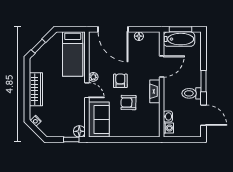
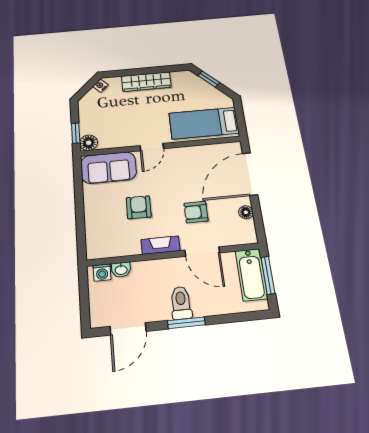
plant: (93, 77) -> (173, 154), removed
armchair: (120, 81) -> (196, 212), moved, turned 180
toilet: (192, 93) -> (181, 303), moved

